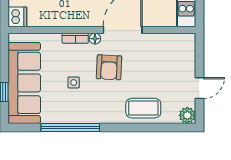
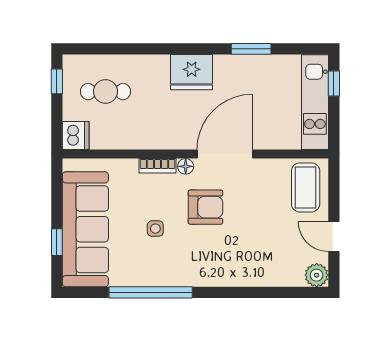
armchair: (109, 67) -> (205, 207), turned -93
door: (200, 88) -> (334, 237), swing flipped
coffee table: (143, 108) -> (306, 187), moved, turned 90

